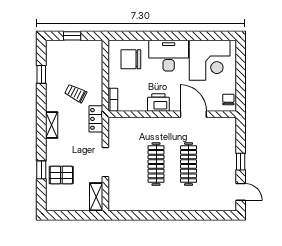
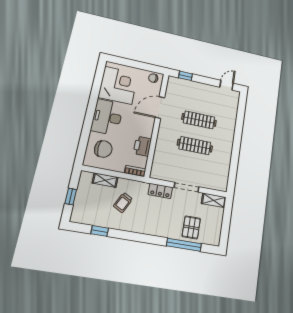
chair: (131, 59) -> (103, 149), turned -90
printer: (158, 102) -> (142, 146), moved
locker: (96, 119) -> (160, 191), moved
shelving: (52, 125) -> (105, 180), moved
window: (241, 162) -> (185, 76), moved
window: (41, 170) -> (184, 245), width x2.17

